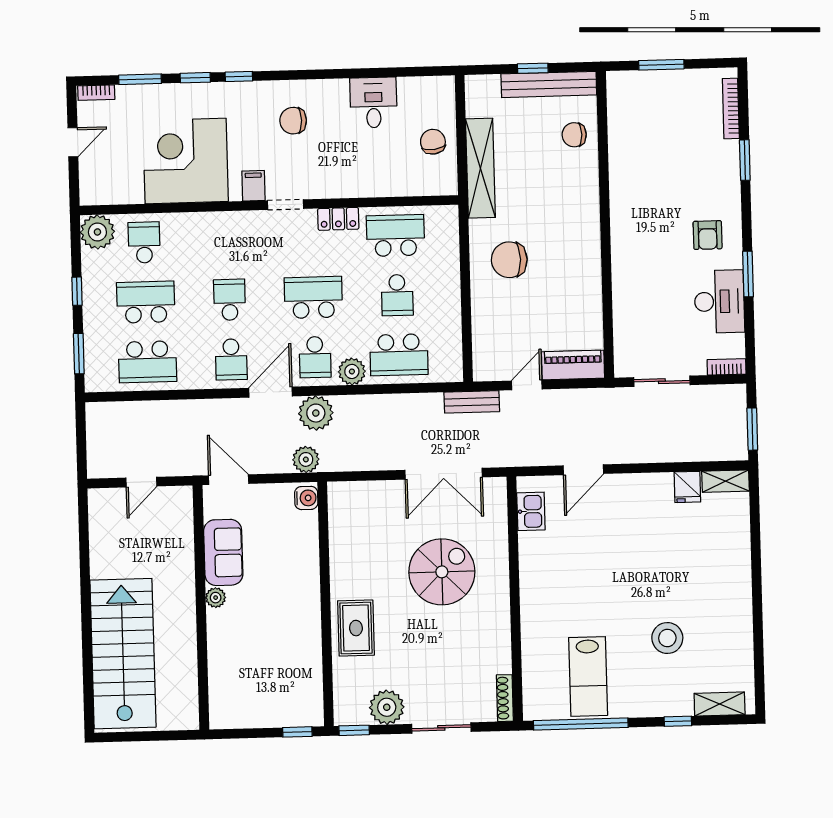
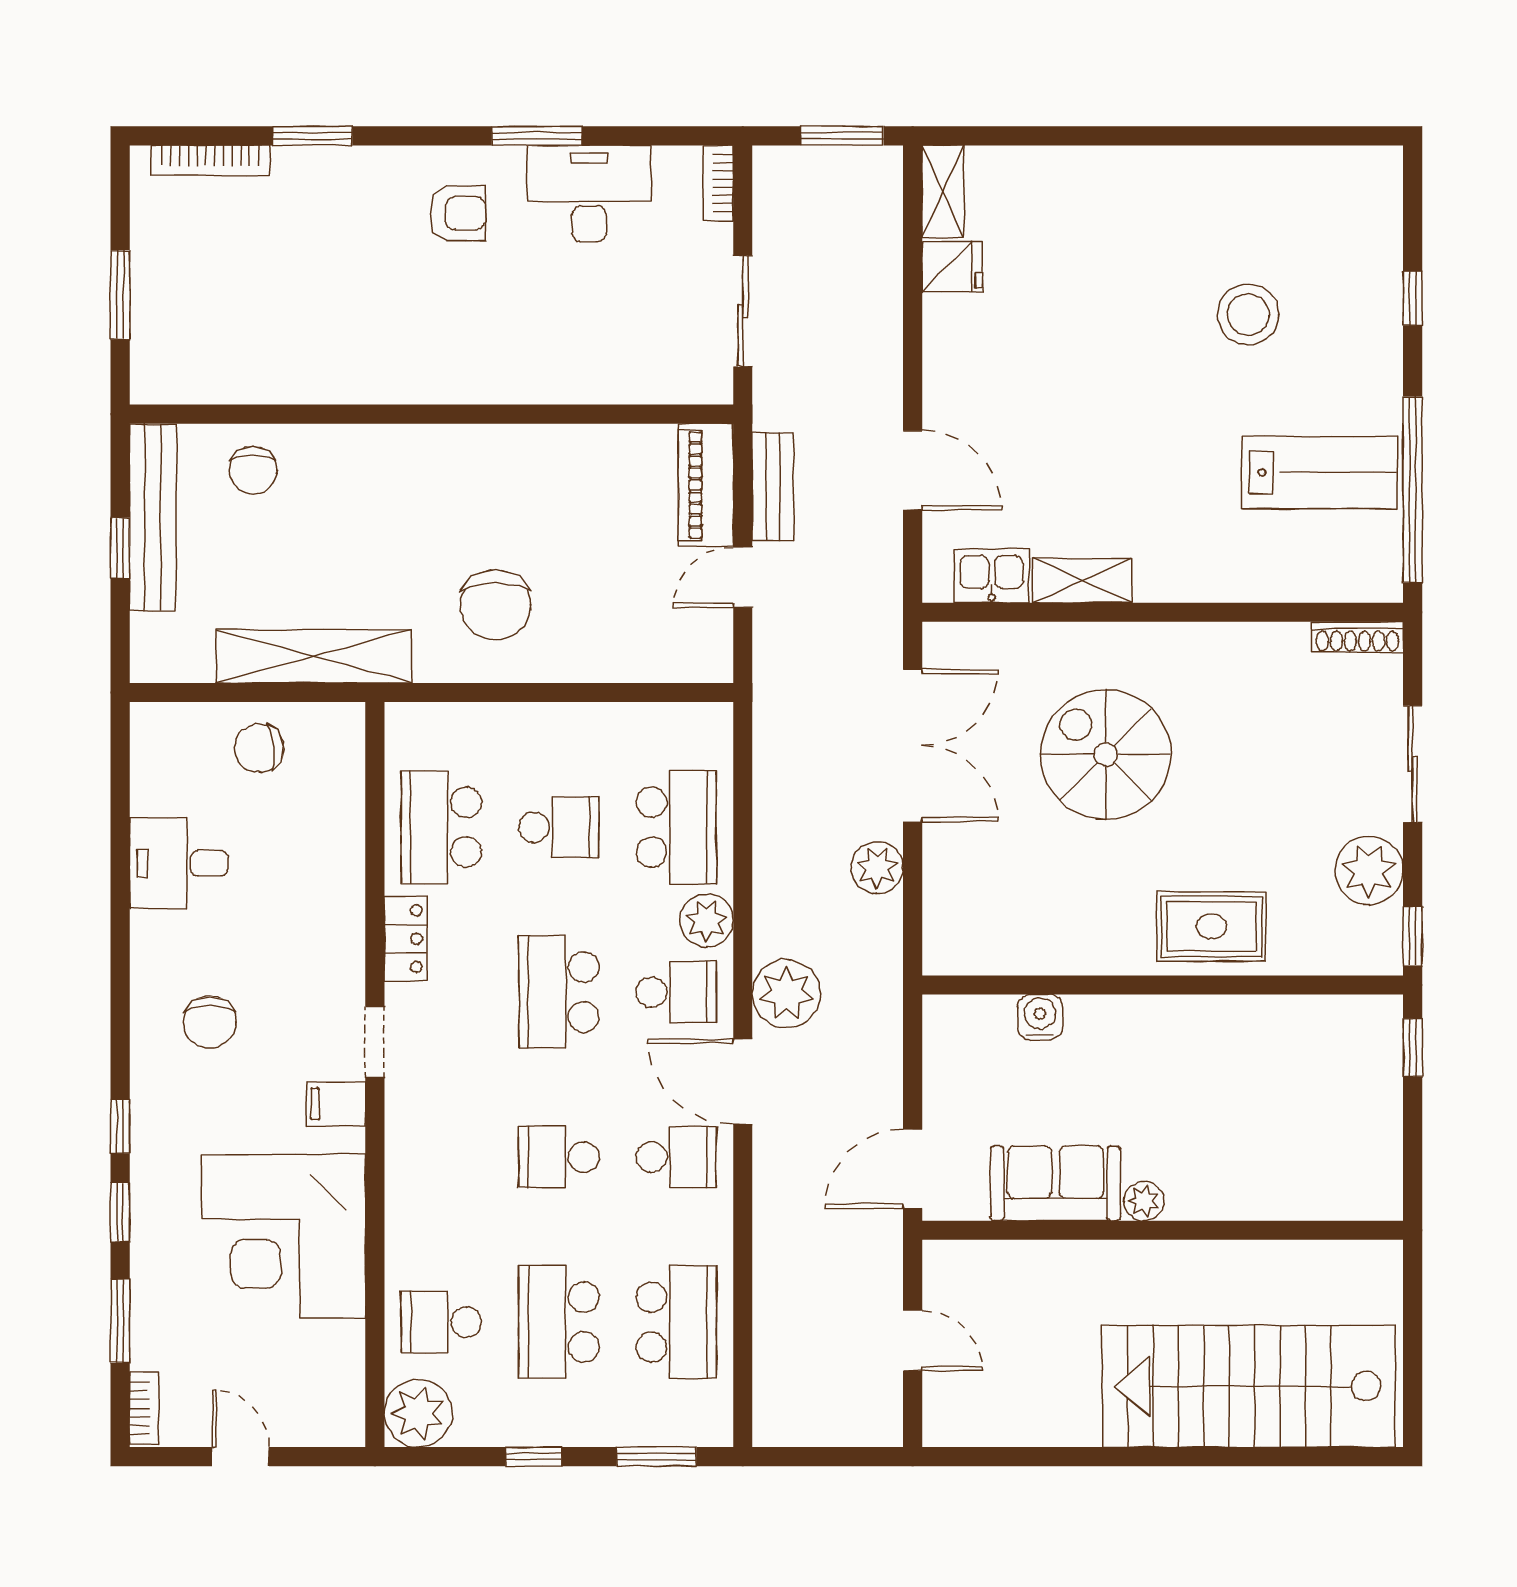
door: (527, 385) -> (743, 577), hinge flipped
bench: (472, 402) -> (773, 487), moved
plant: (306, 459) -> (877, 868), moved
water cooler: (306, 498) -> (1040, 1017), moved
shelving: (720, 704) -> (1082, 581), moved, turned 90

